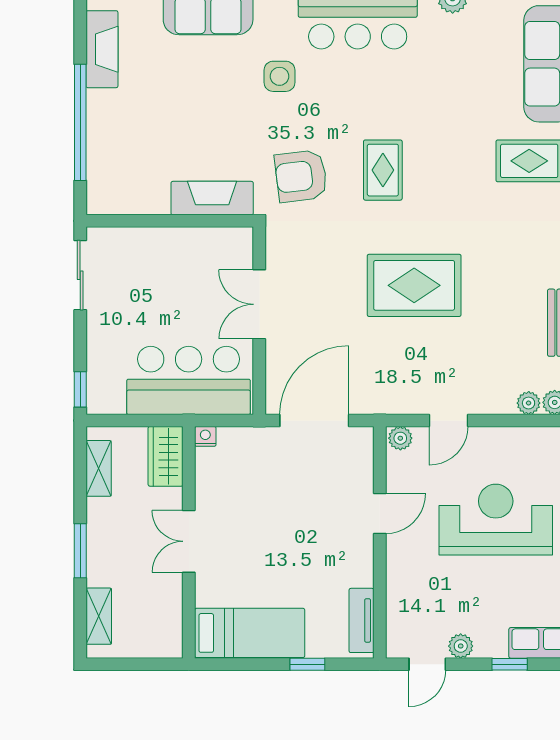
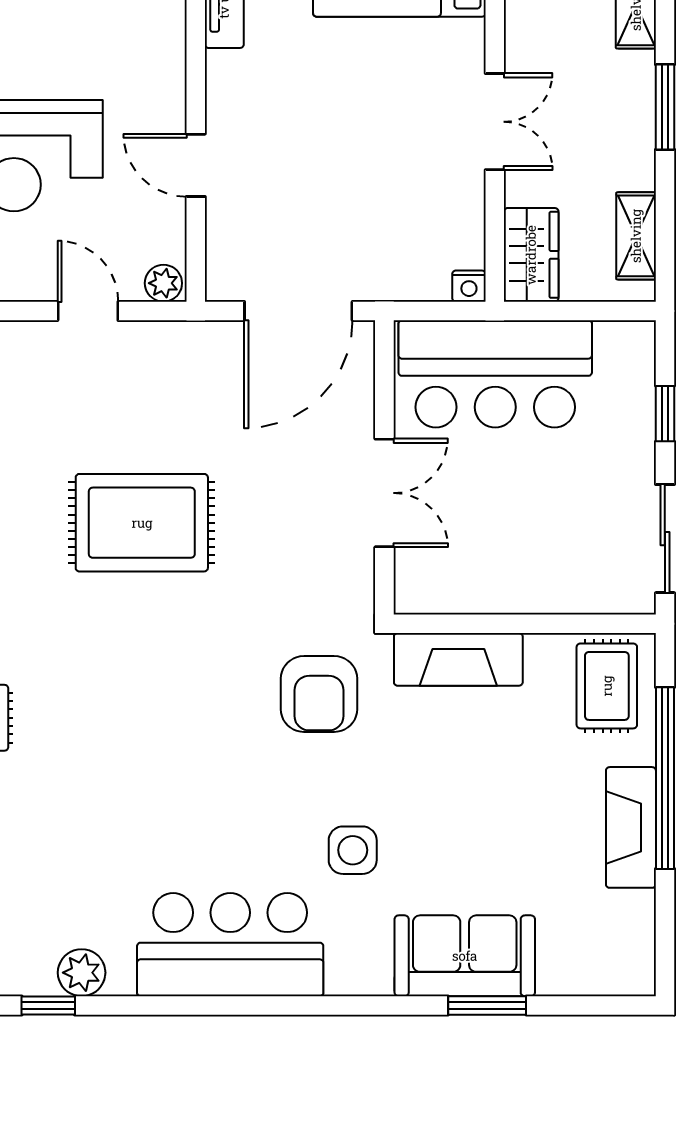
fireplace: (102, 49) -> (631, 827), moved
rug: (383, 170) -> (607, 686), moved
armchair: (301, 176) -> (319, 694), turned 97
window: (80, 389) -> (665, 414), moved
door: (448, 421) -> (88, 311), hinge flipped
door: (380, 513) -> (196, 165), hinge flipped

